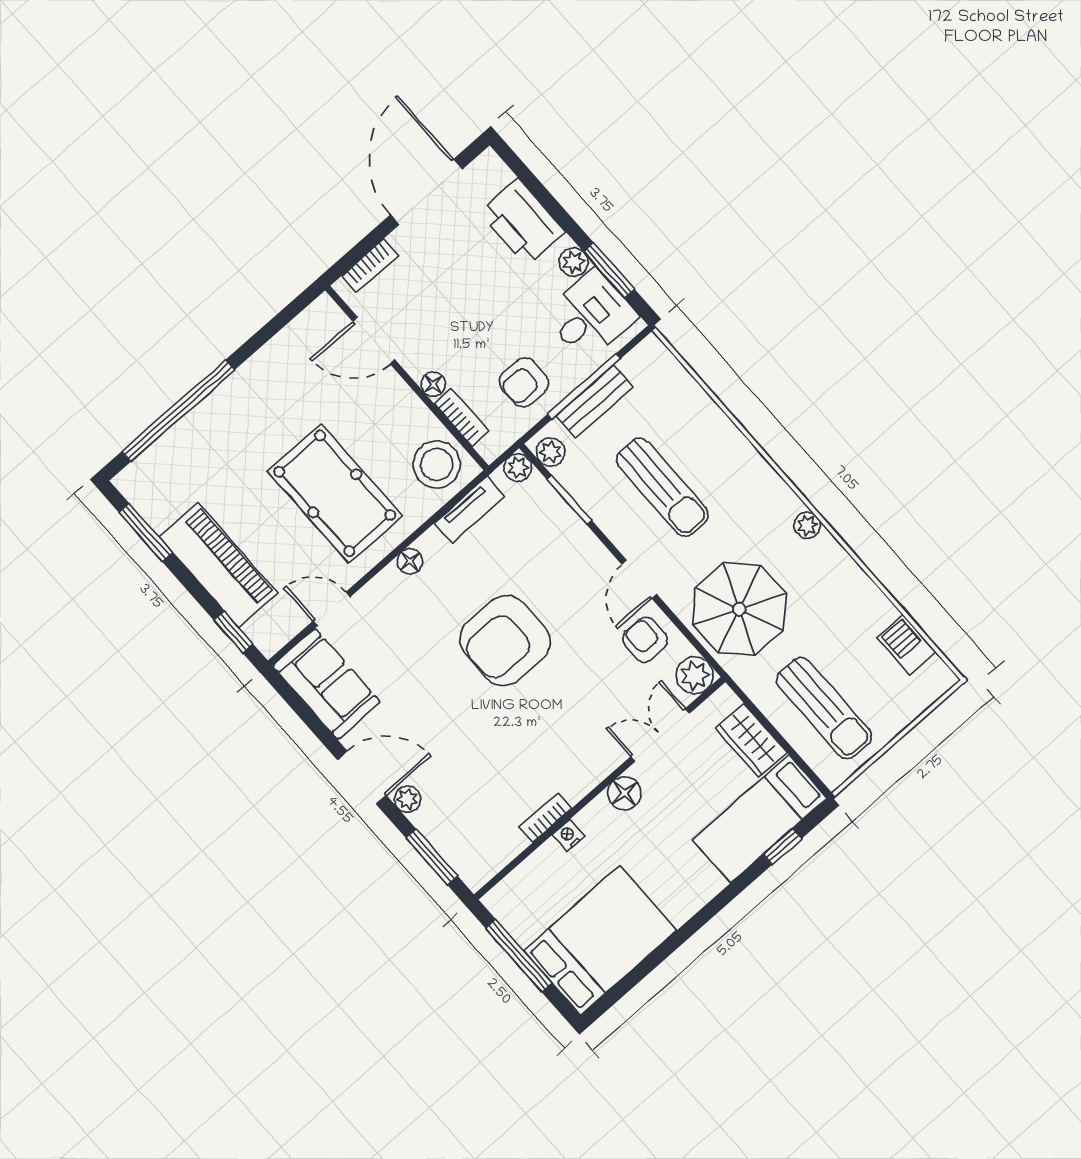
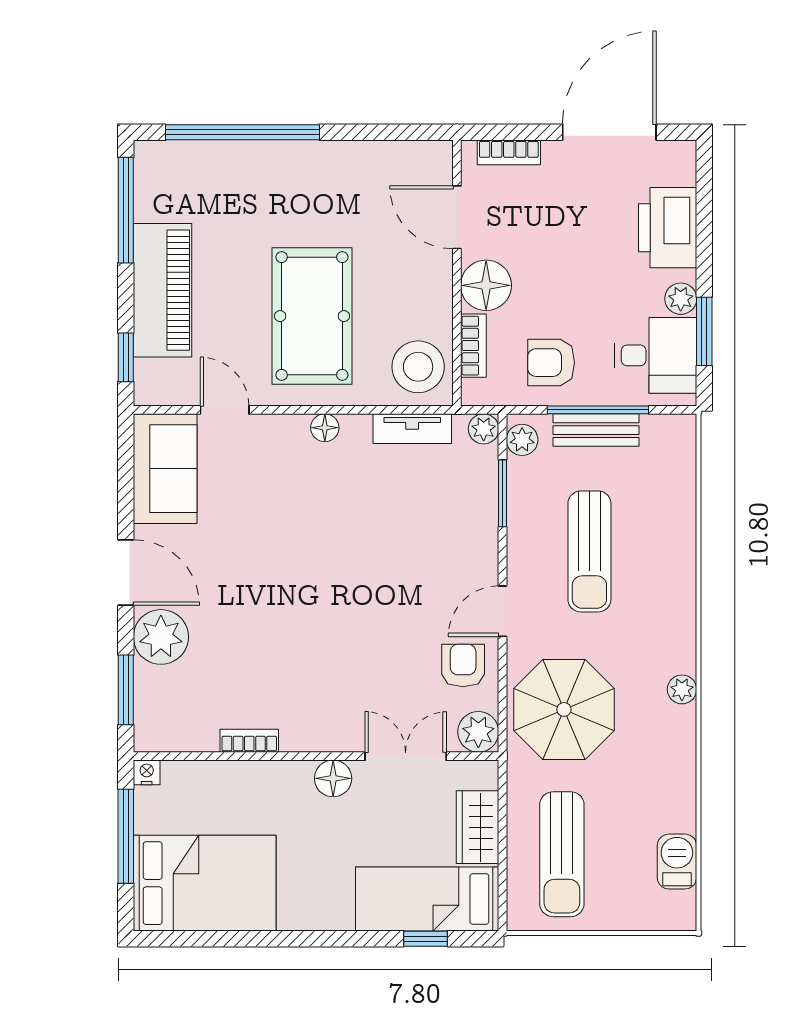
floor lamp: (433, 384) -> (486, 285), width x1.89, depth x1.89
window: (146, 533) -> (126, 210), width x1.44
armchair: (505, 641) -> (346, 564), removed
plant: (408, 799) -> (161, 637), width x1.88, depth x1.88
nightstand: (568, 835) -> (147, 772), moved

